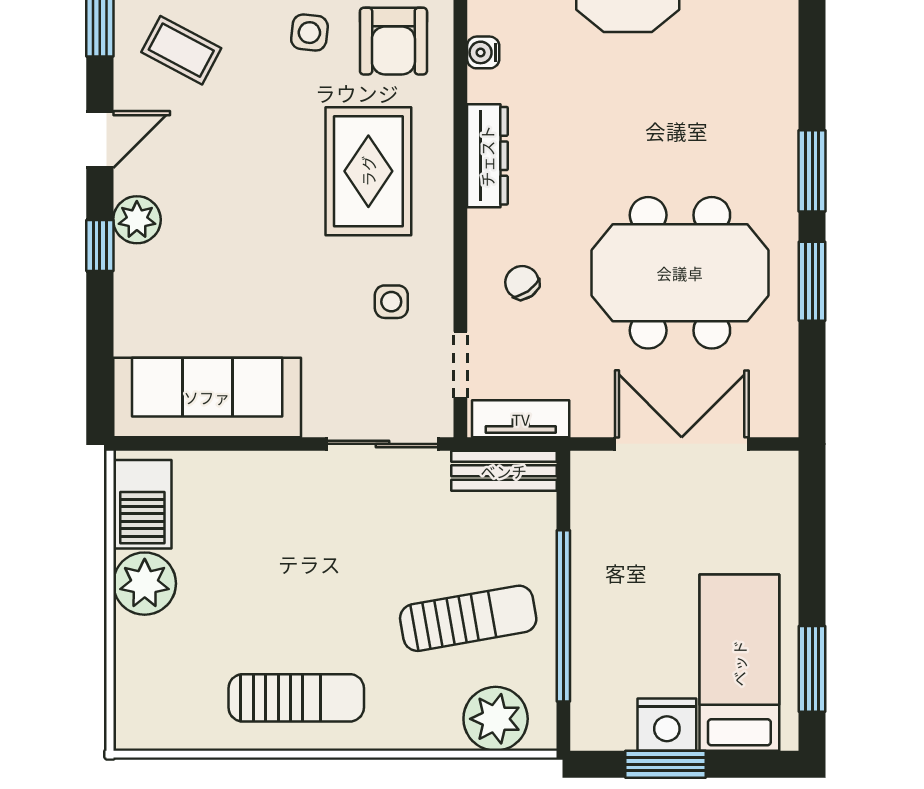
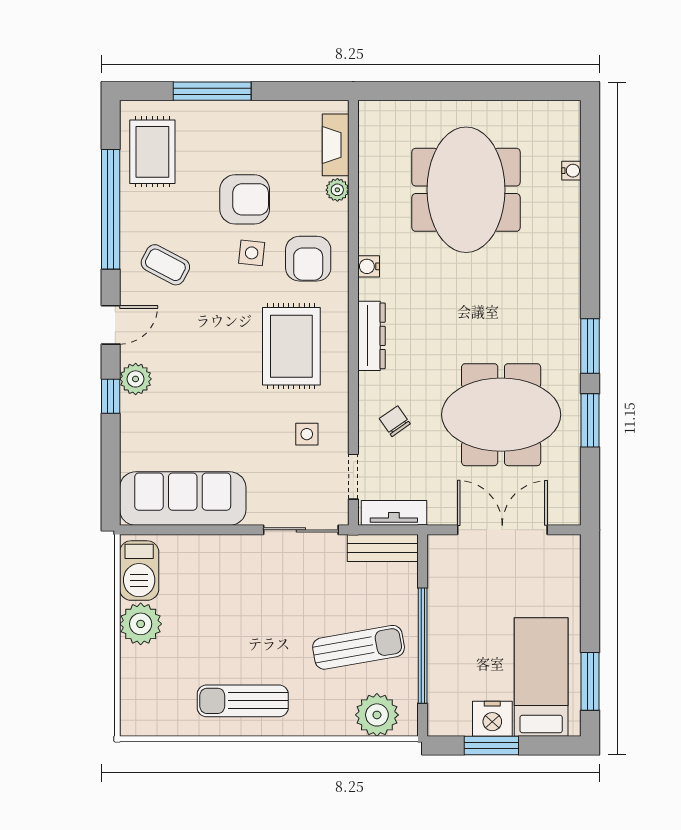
sun lounger: (296, 698) -> (243, 701), turned 180

